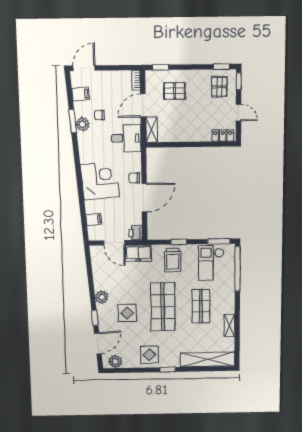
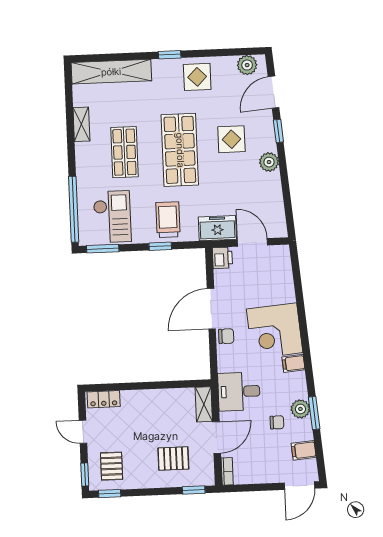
filing cabinet: (94, 219) -> (294, 363), moved

